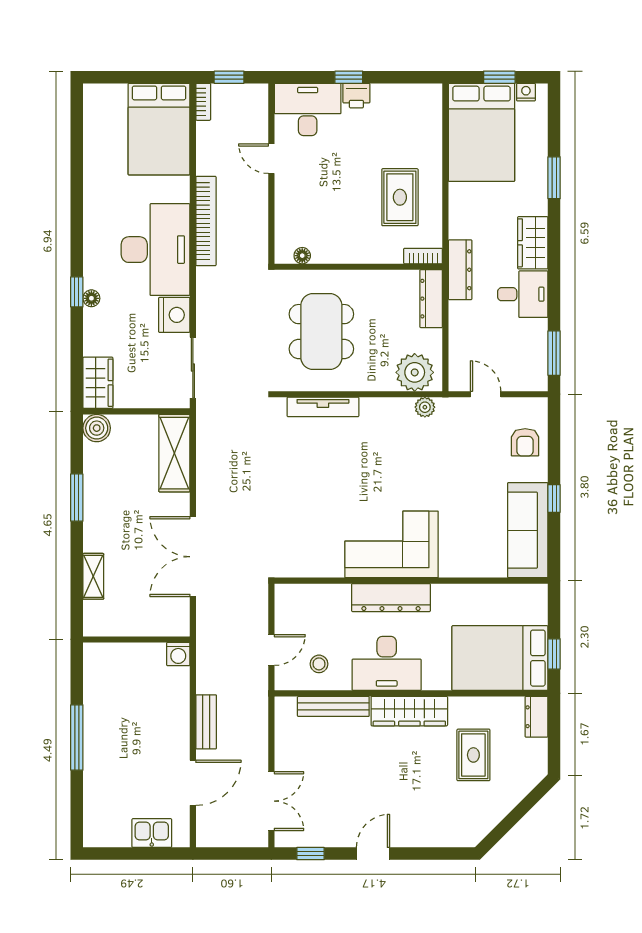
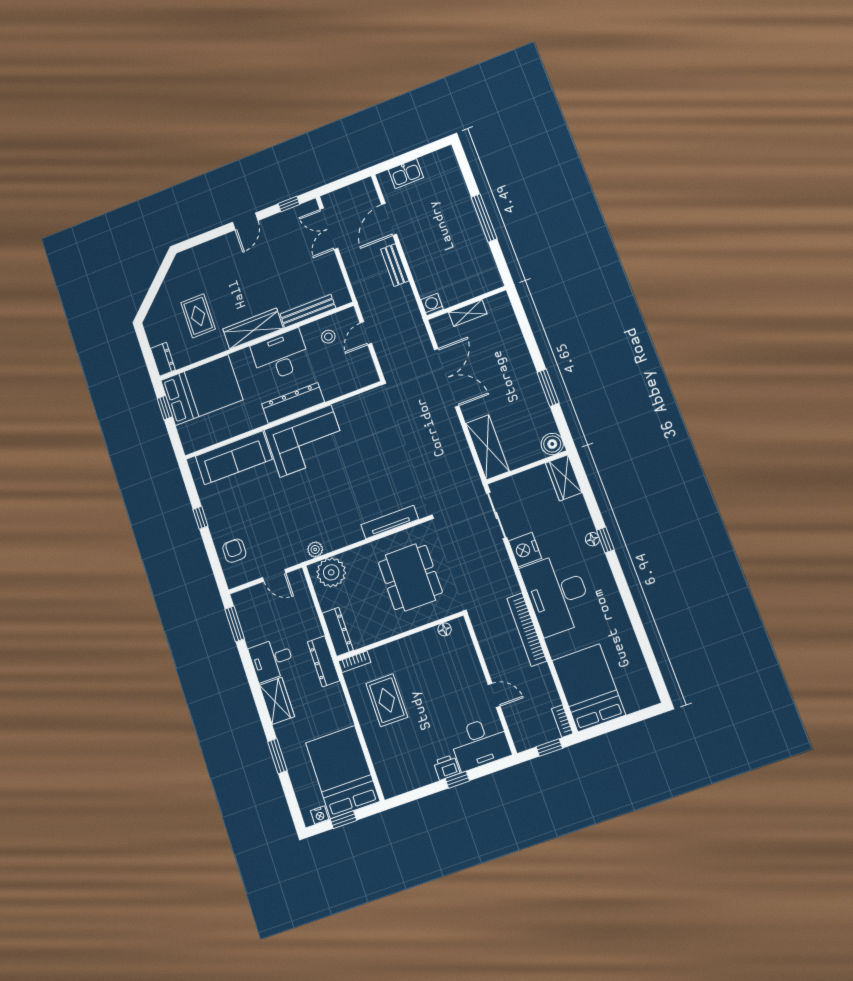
sofa: (528, 530) -> (234, 458), moved, turned 90
shelving: (93, 576) -> (468, 313), moved, turned 90

